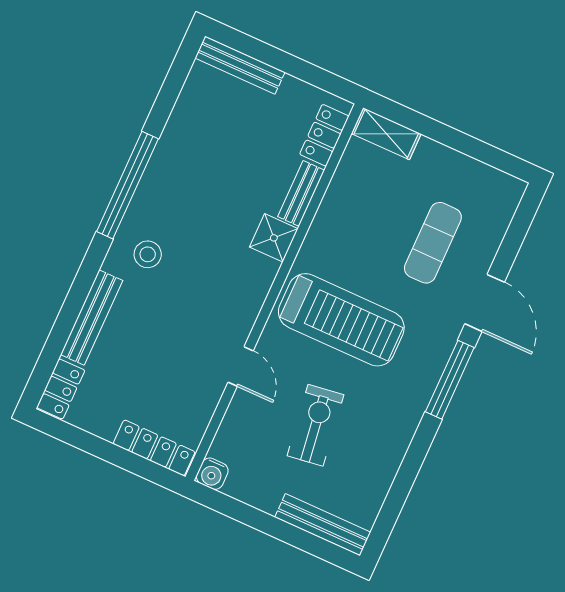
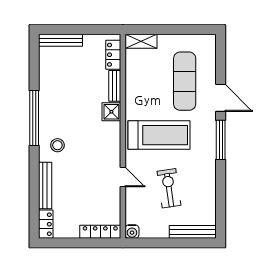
exercise mat: (433, 243) -> (185, 81), width x1.36, depth x1.45

